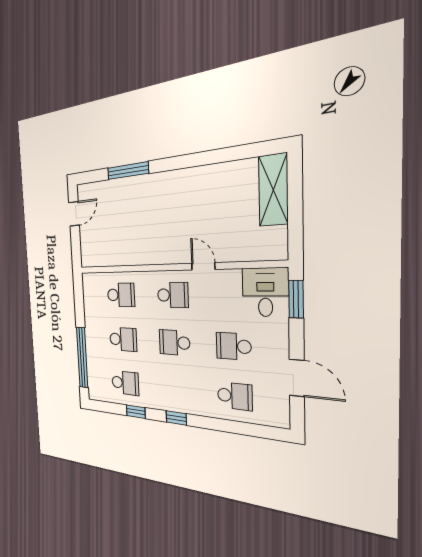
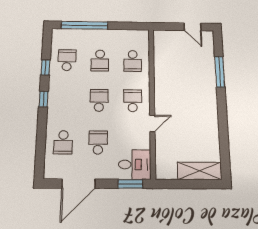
school desk: (173, 295) -> (133, 101), turned 180
door: (297, 378) -> (79, 184), width x1.36
school desk: (125, 383) -> (67, 60), turned 180

